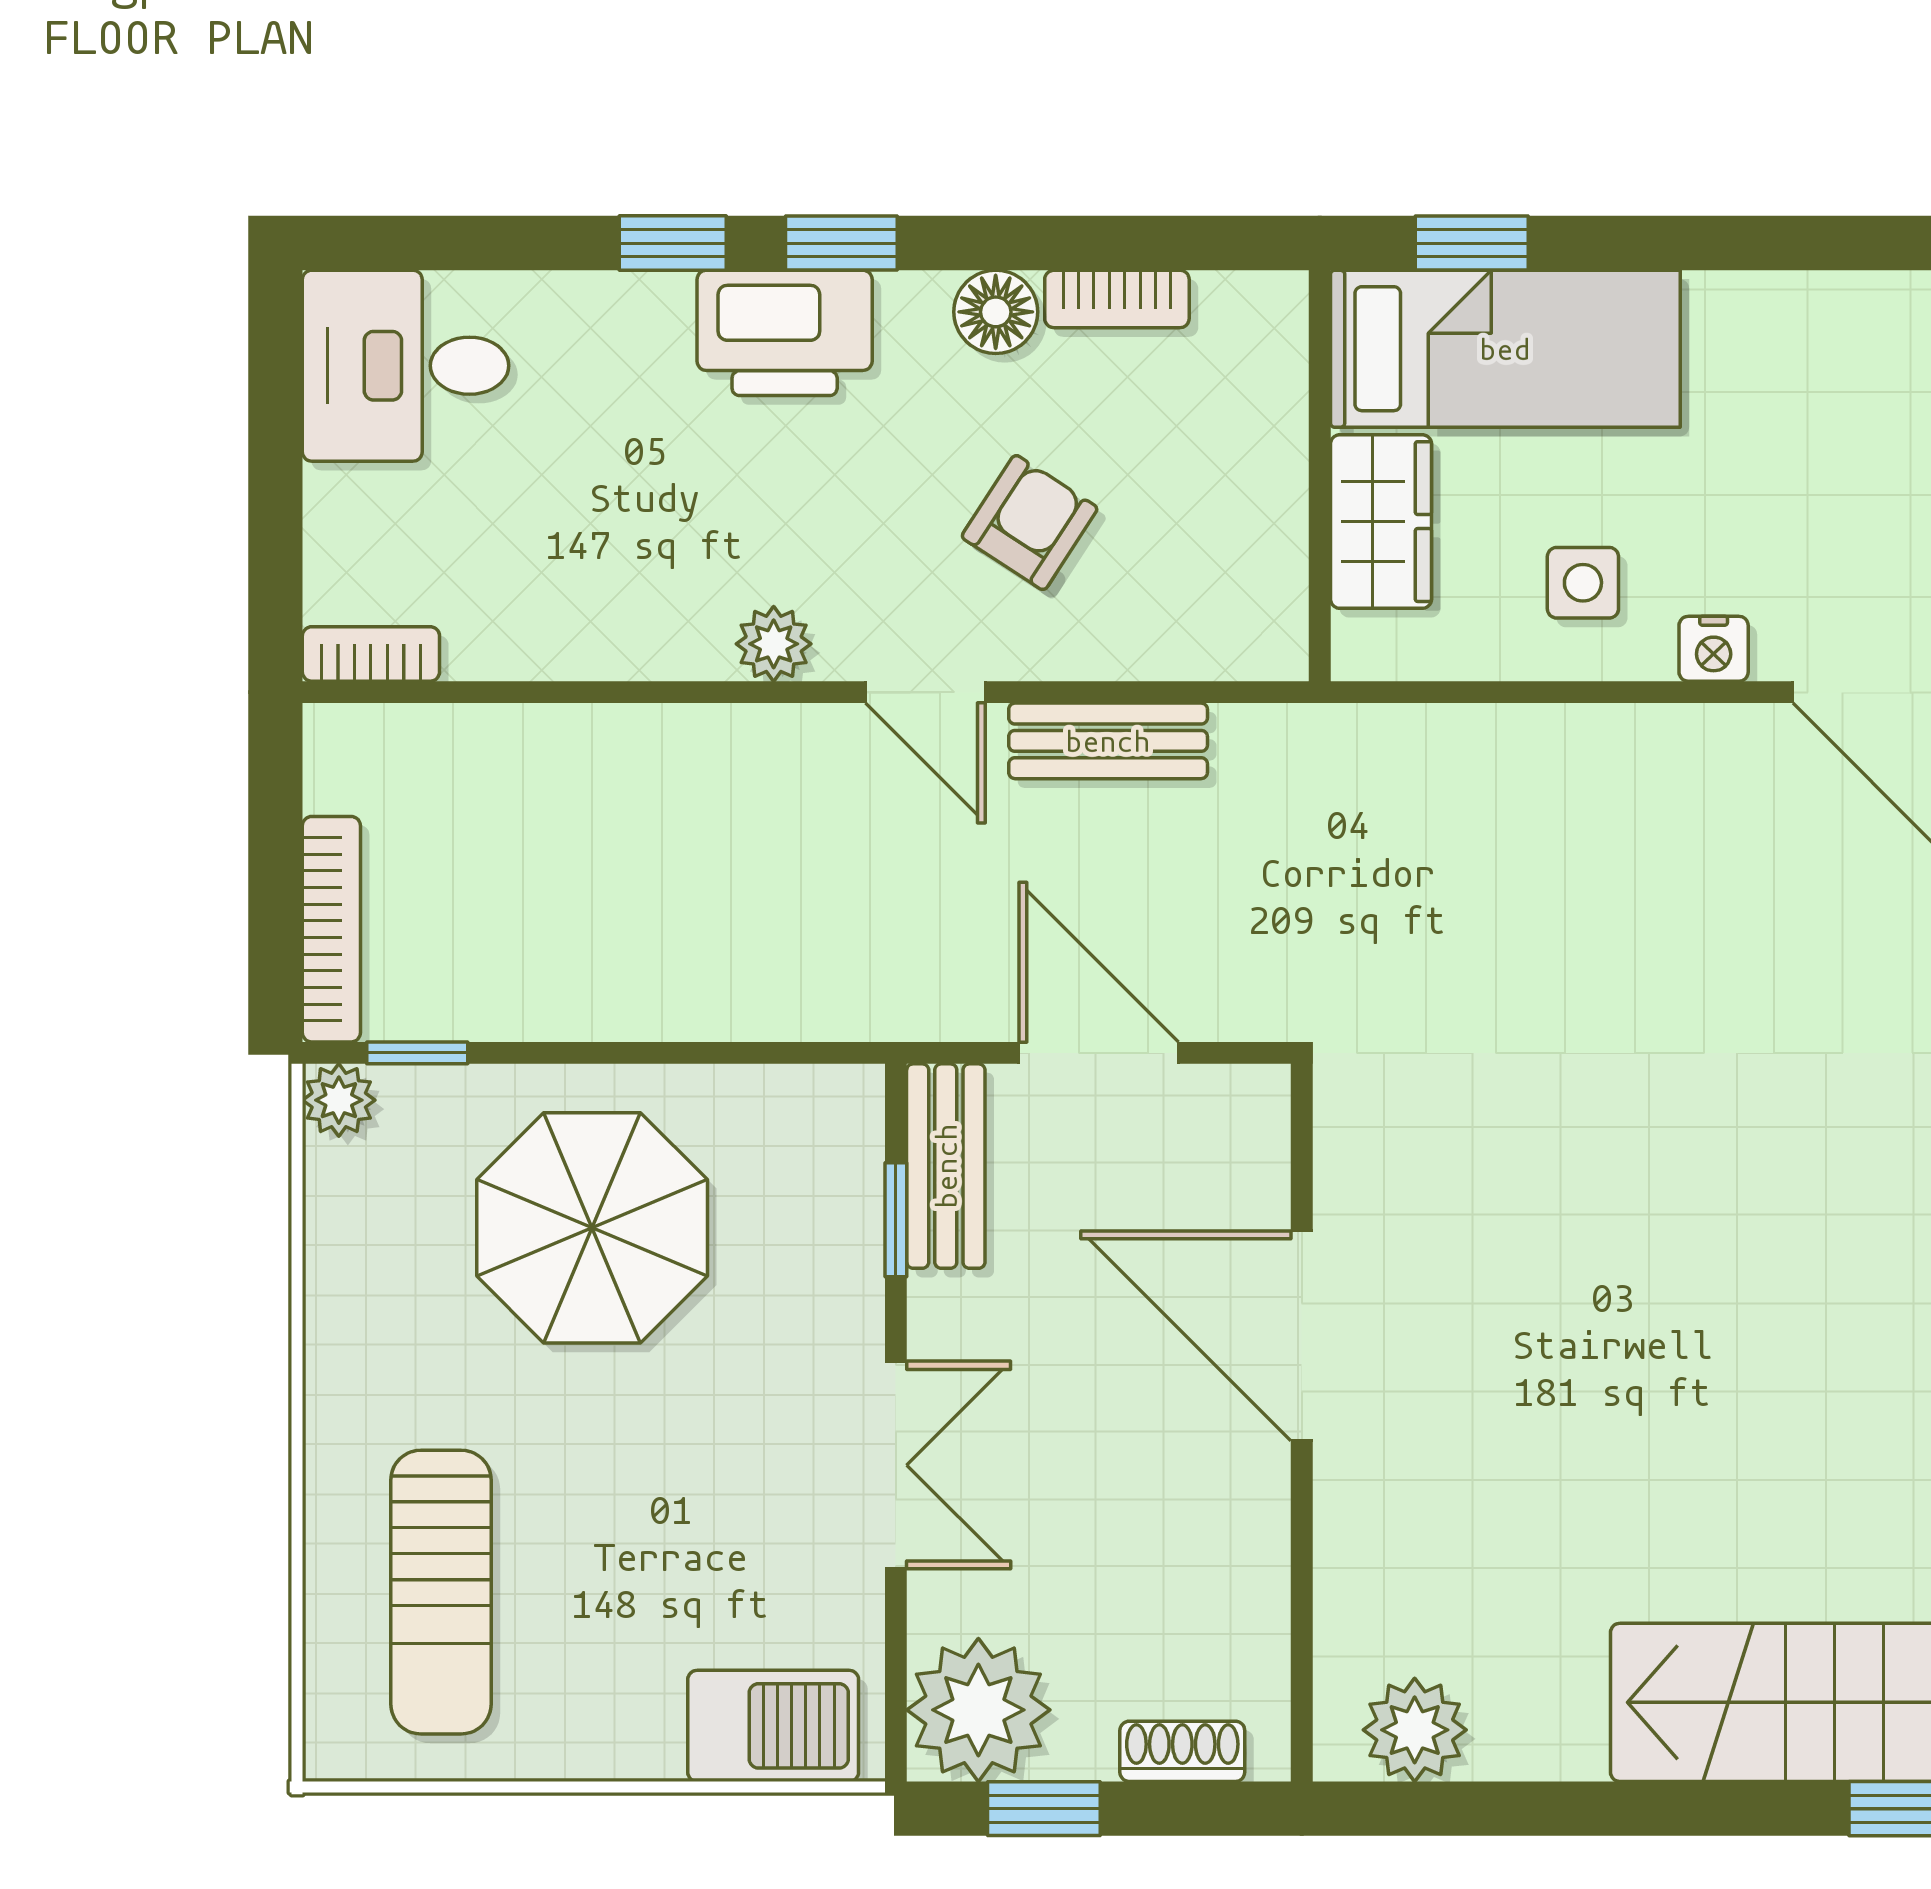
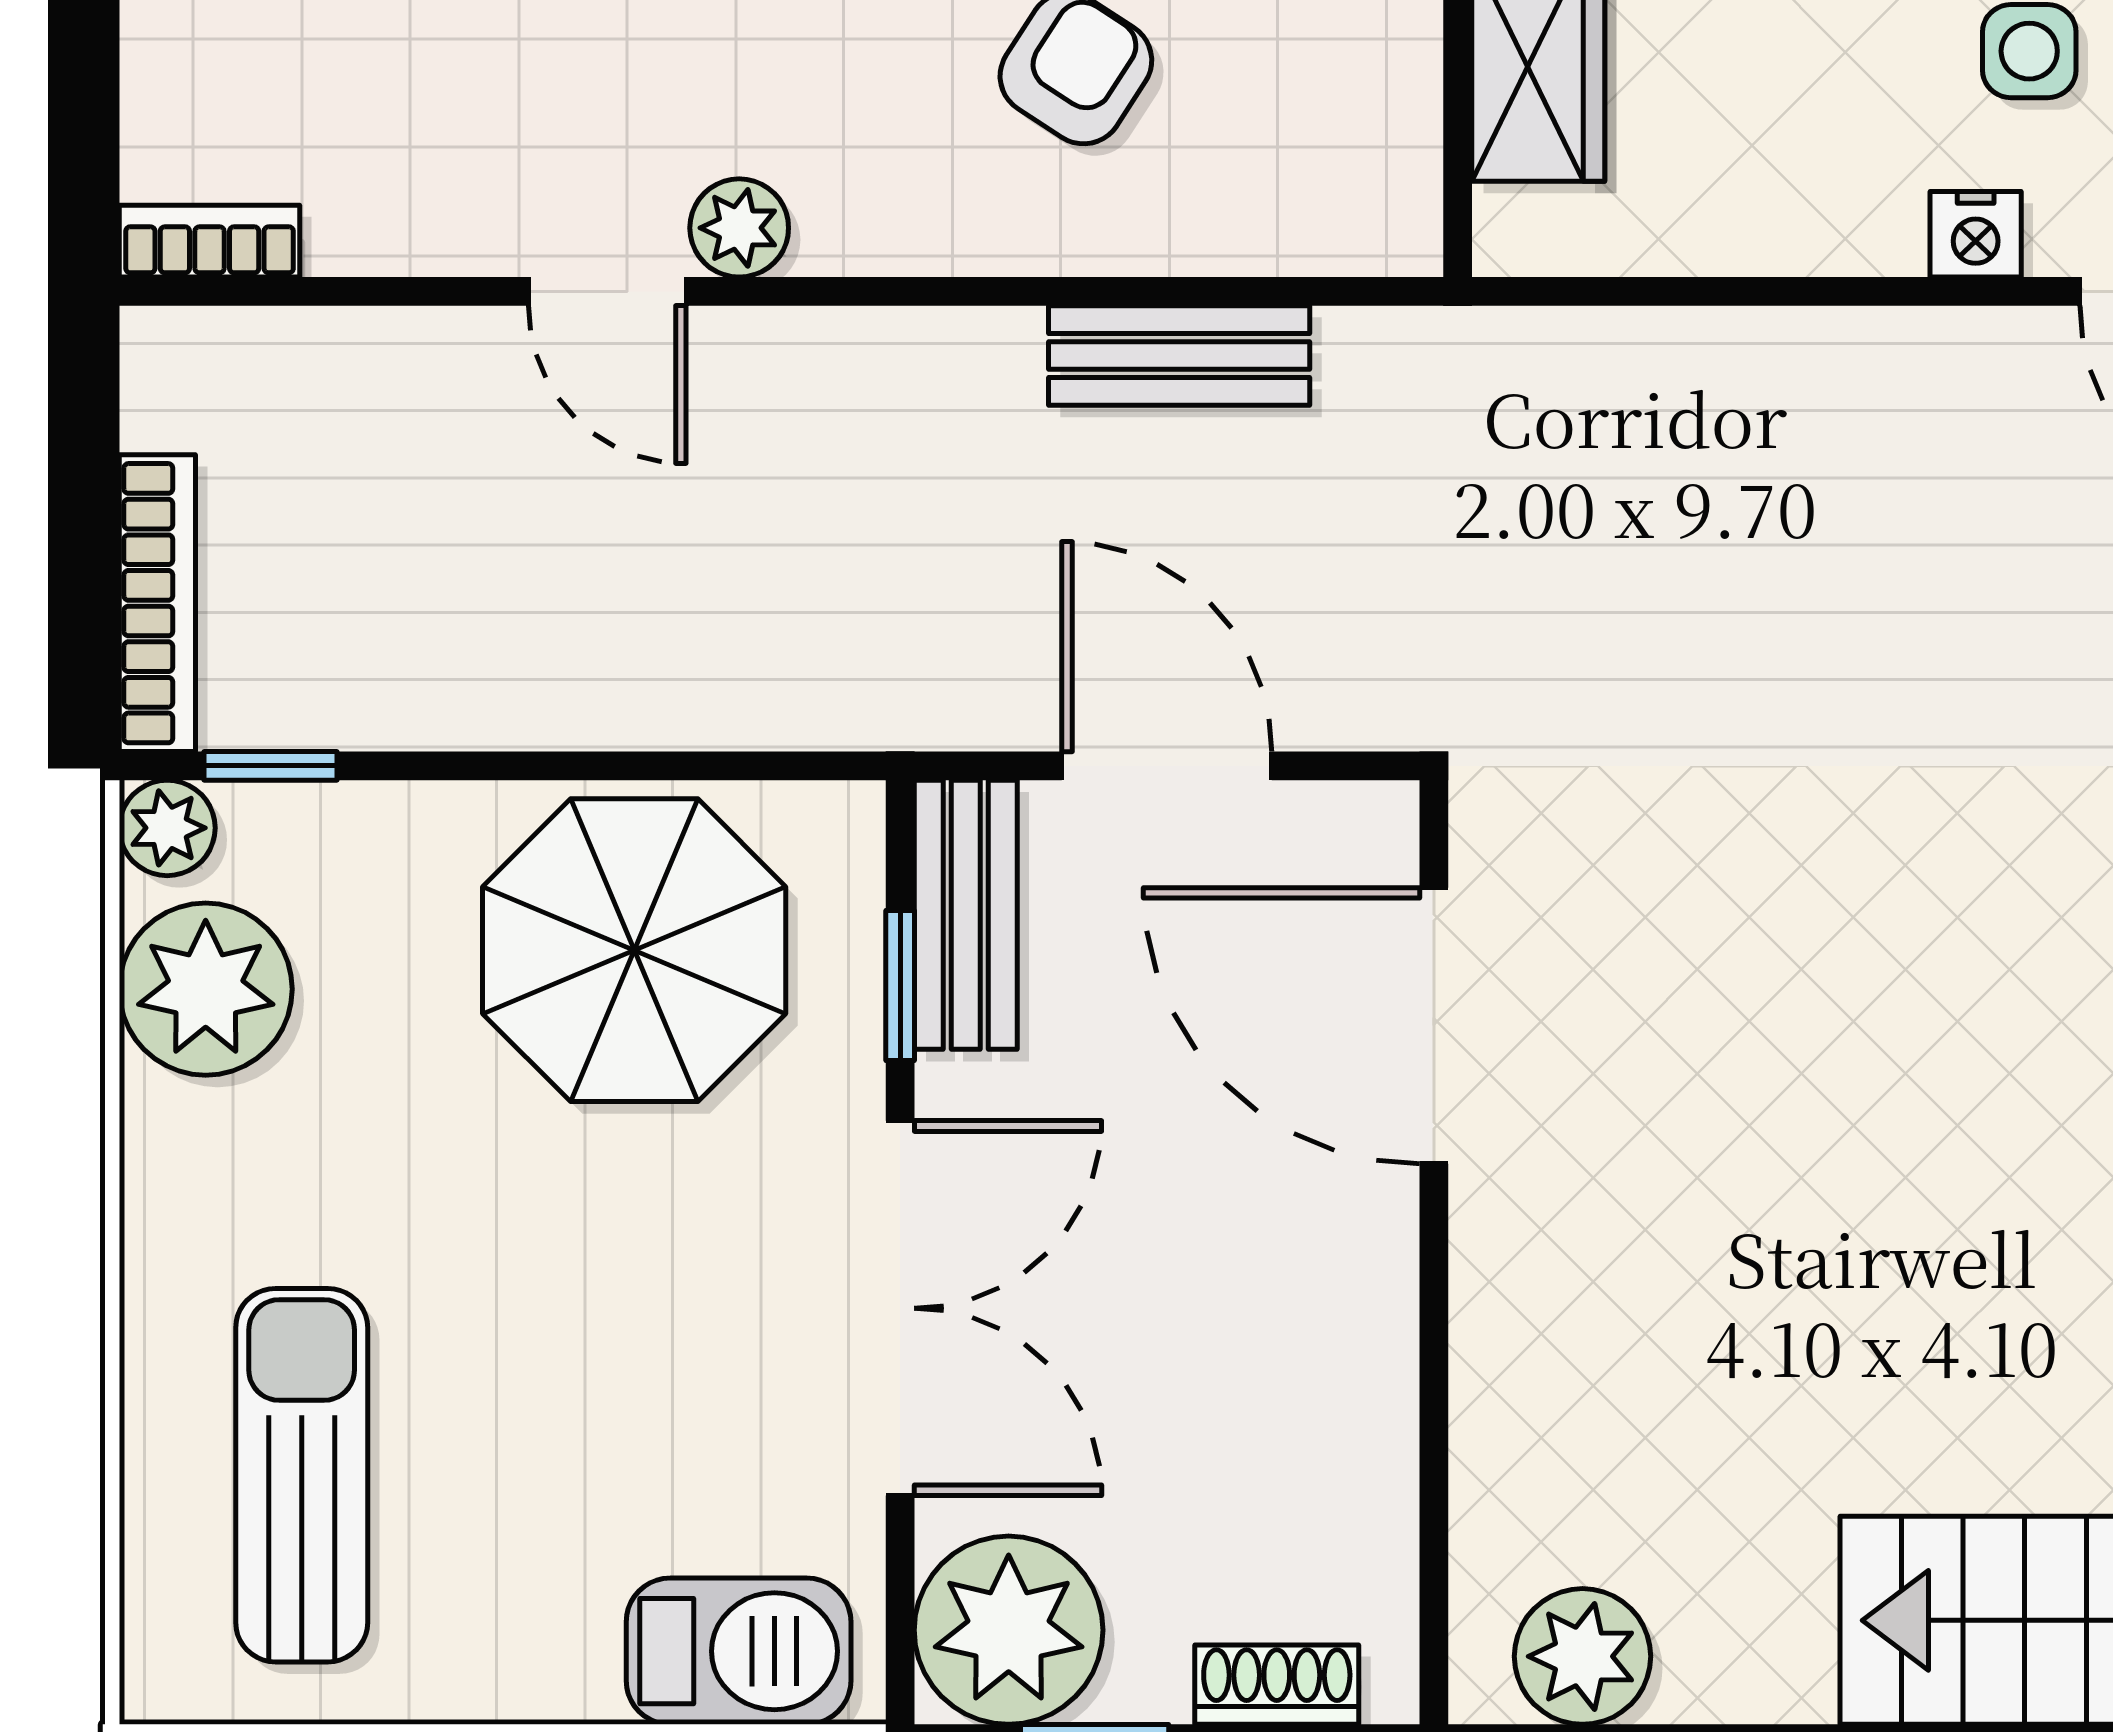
side table: (1583, 583) -> (2029, 51), moved
door: (925, 692) -> (607, 291), moved
plant: (368, 1223) -> (206, 989), added
parasol: (592, 1228) -> (634, 950), moved
door: (1302, 1336) -> (1434, 1026), moved
double door: (896, 1465) -> (900, 1308), width x1.37
sun lounger: (441, 1592) -> (302, 1475), turned 180

